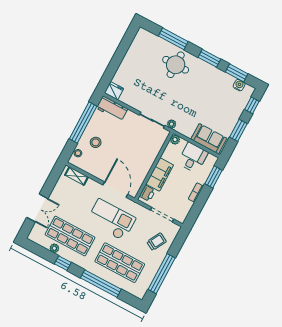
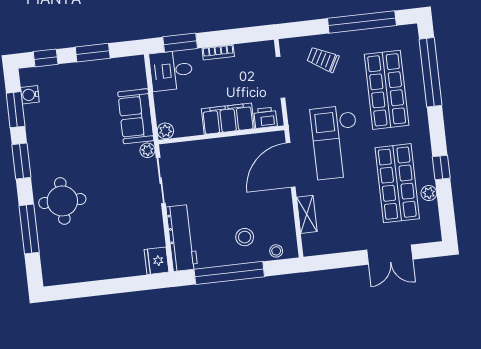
workbench: (112, 109) -> (182, 238), width x1.38
sofa: (209, 139) -> (136, 116), moved
desk: (193, 158) -> (171, 71), moved
shelving: (77, 176) -> (307, 214), moved
double door: (37, 208) -> (390, 255), swing flipped
window: (101, 284) -> (430, 72), moved

